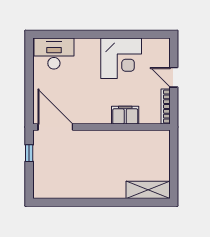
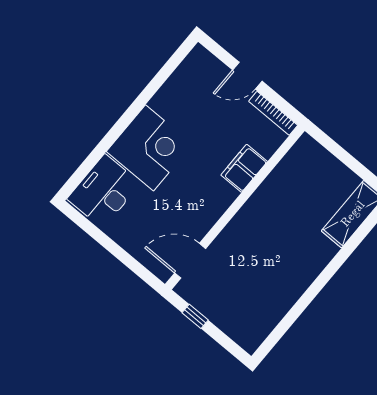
corner desk: (121, 58) -> (149, 148), moved
door: (55, 127) -> (190, 261), width x0.73

